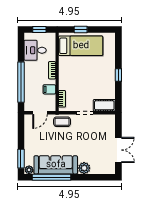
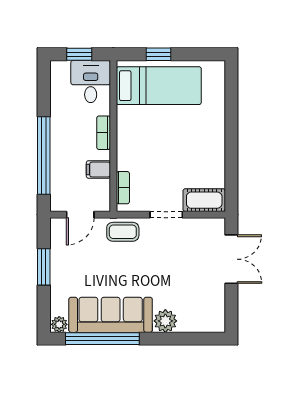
desk: (35, 50) -> (91, 81), moved, turned 90
window: (118, 75) -> (231, 142), removed
double door: (118, 150) -> (231, 259), moved
window: (21, 159) -> (44, 267), moved

